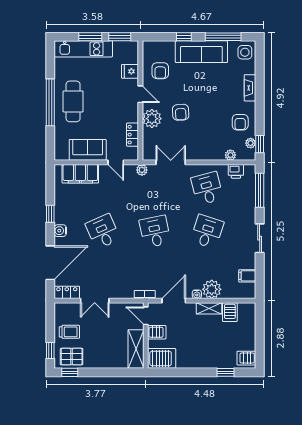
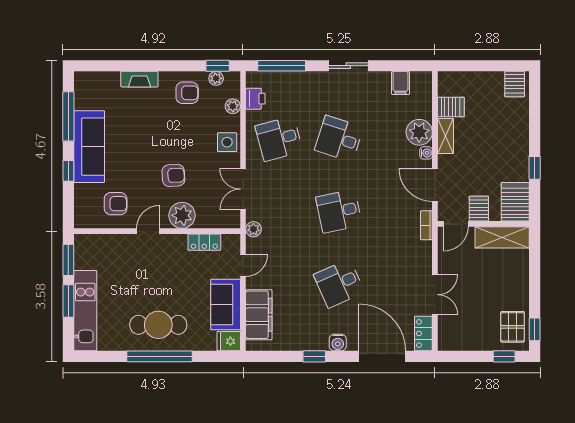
side table: (245, 52) -> (227, 142), moved
fridge: (130, 71) -> (229, 341), moved, turned 90
trolley: (69, 332) -> (478, 330), removed
window: (226, 372) -> (535, 168), moved

